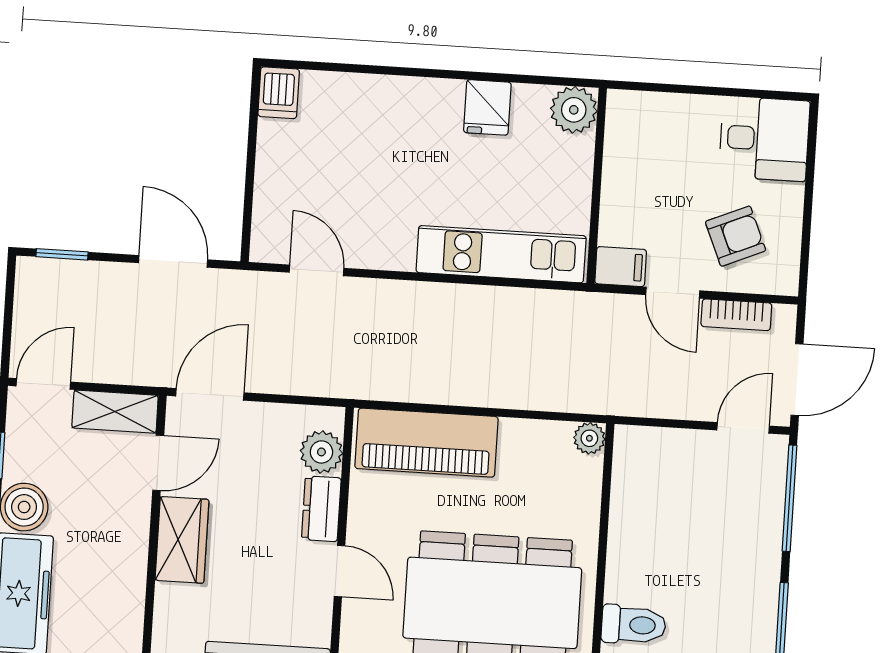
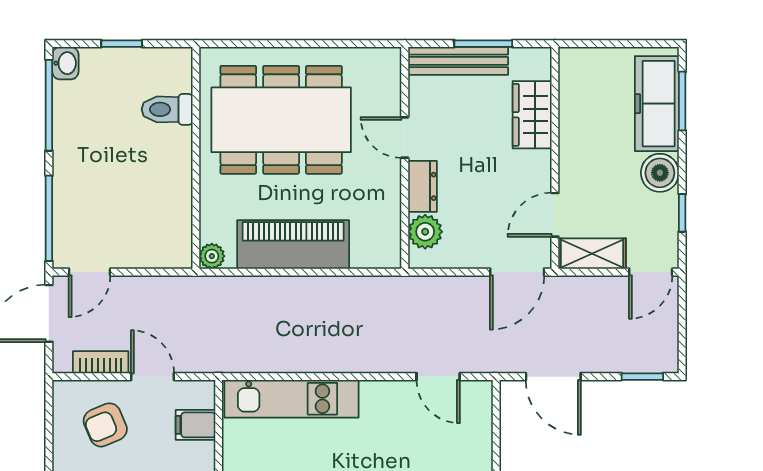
filing cabinet: (621, 267) -> (195, 425), moved
piano: (427, 443) -> (293, 244), moved
wardrobe: (182, 540) -> (532, 115), moved

